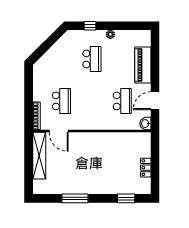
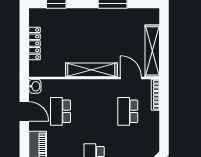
door: (155, 101) -> (24, 111), hinge flipped
shelving: (94, 138) -> (91, 70), added
locker: (146, 168) -> (35, 43), width x1.53

